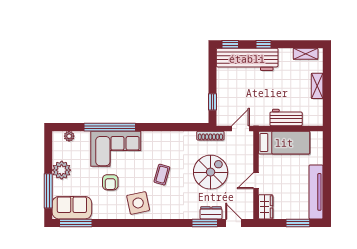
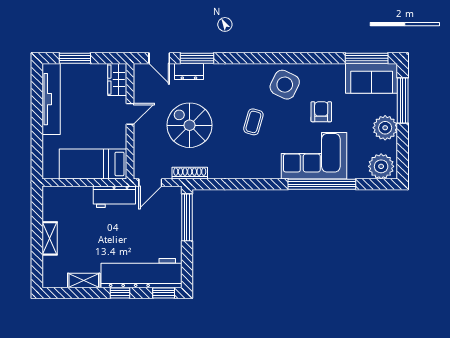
shelving: (306, 54) -> (84, 281), moved
window: (213, 102) -> (187, 217), width x2.17
workbench: (286, 117) -> (114, 197), moved
plant: (69, 136) -> (381, 166), width x1.88, depth x1.88
spiral stairs: (211, 172) -> (190, 125), turned 90
side table: (138, 203) -> (285, 85), turned 38

